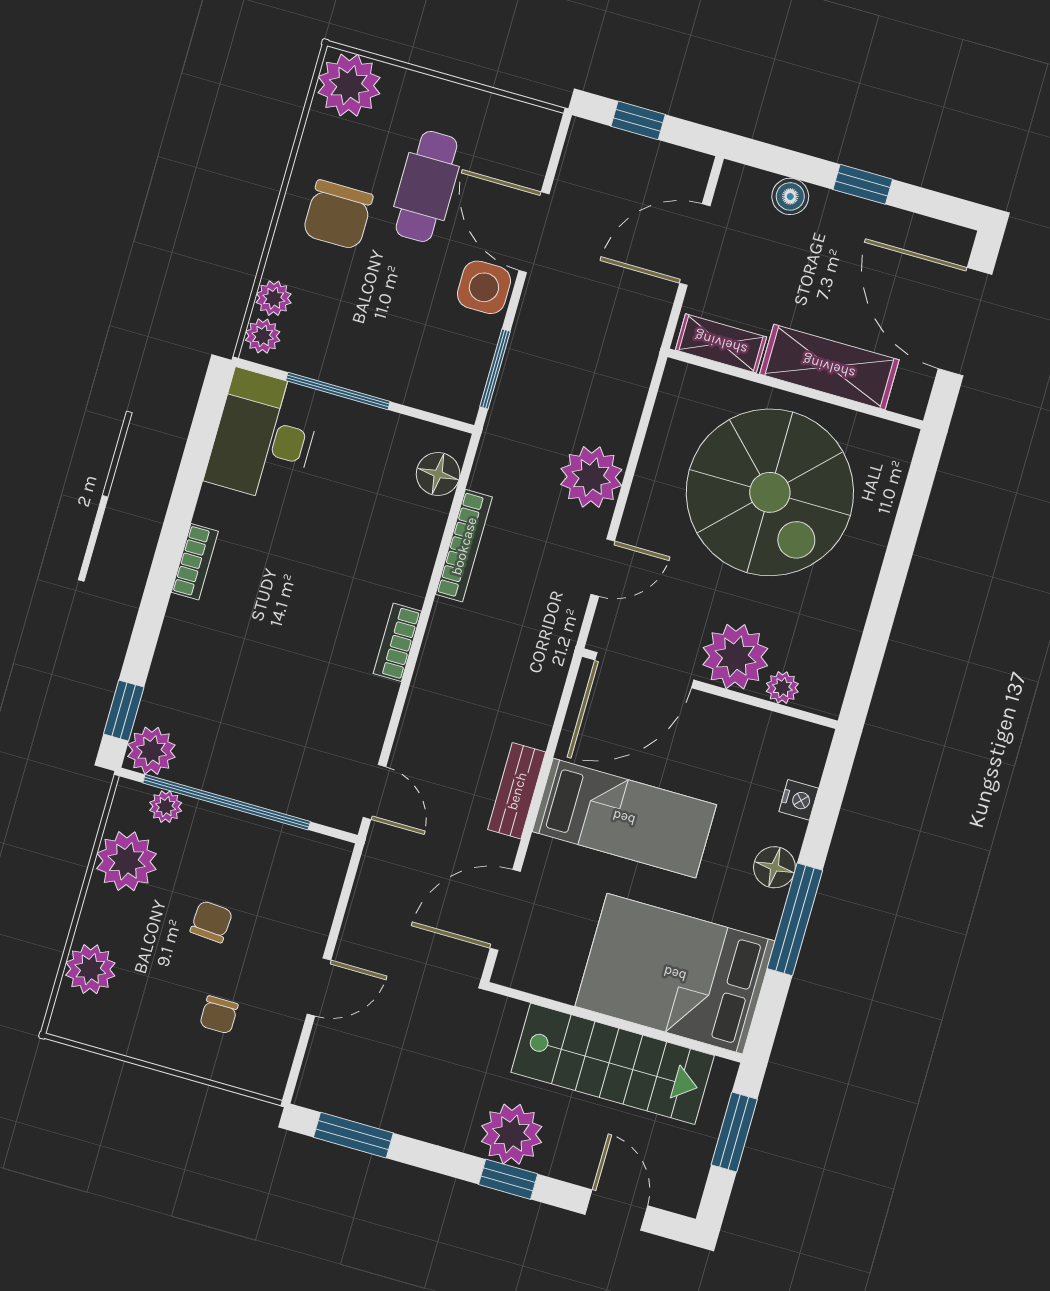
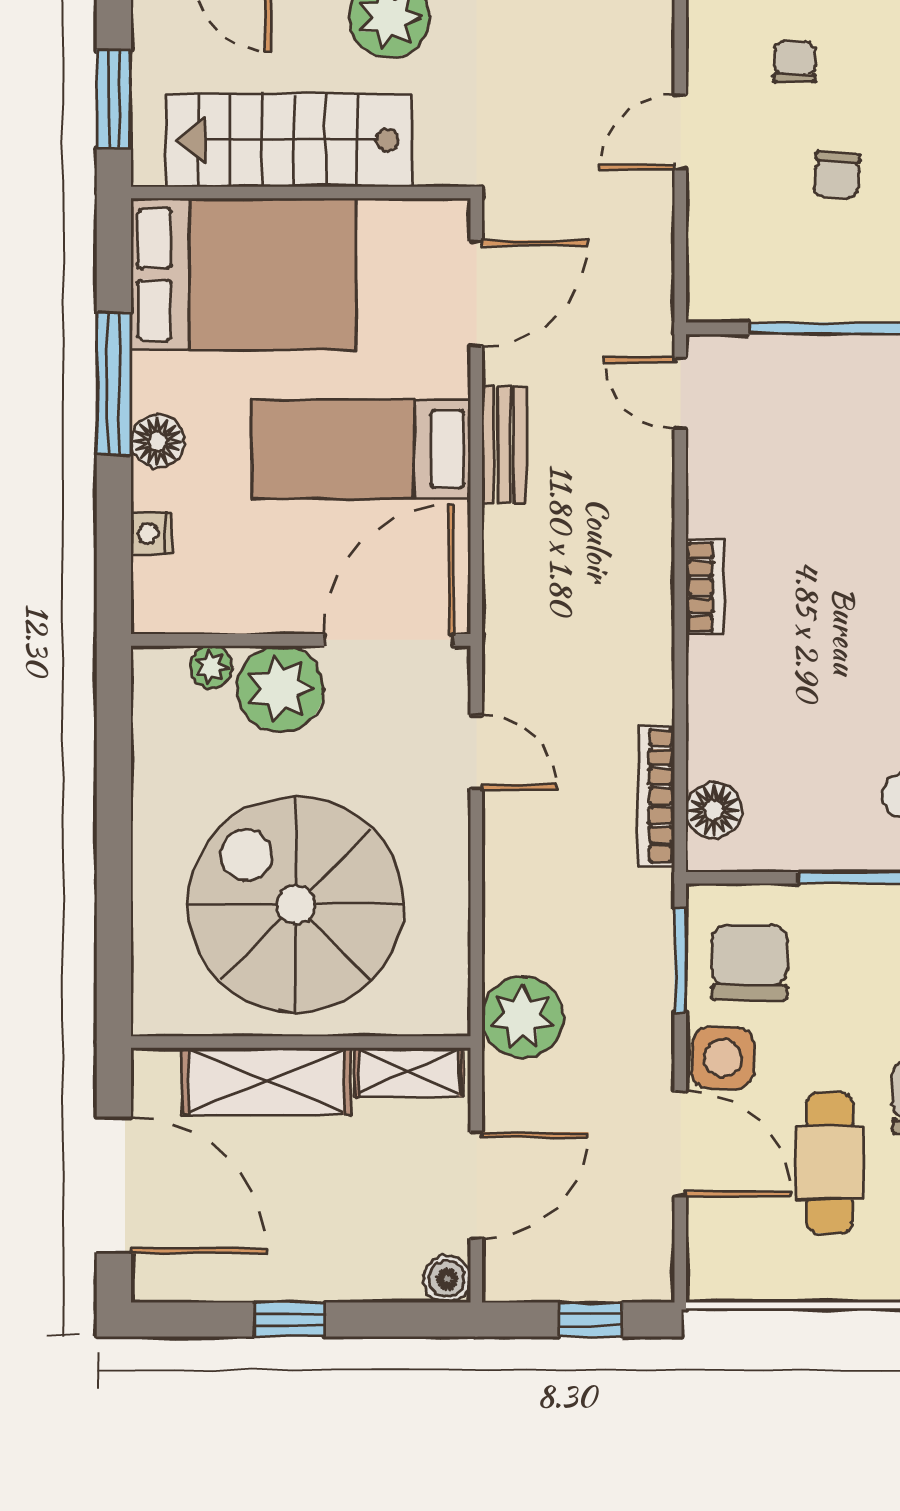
boiler: (790, 196) -> (447, 1279), moved
chair: (444, 353) -> (749, 962), added
plant: (591, 477) -> (523, 1017), moved
bookcase: (464, 546) -> (656, 796), moved
door: (603, 568) -> (476, 752), swing flipped

